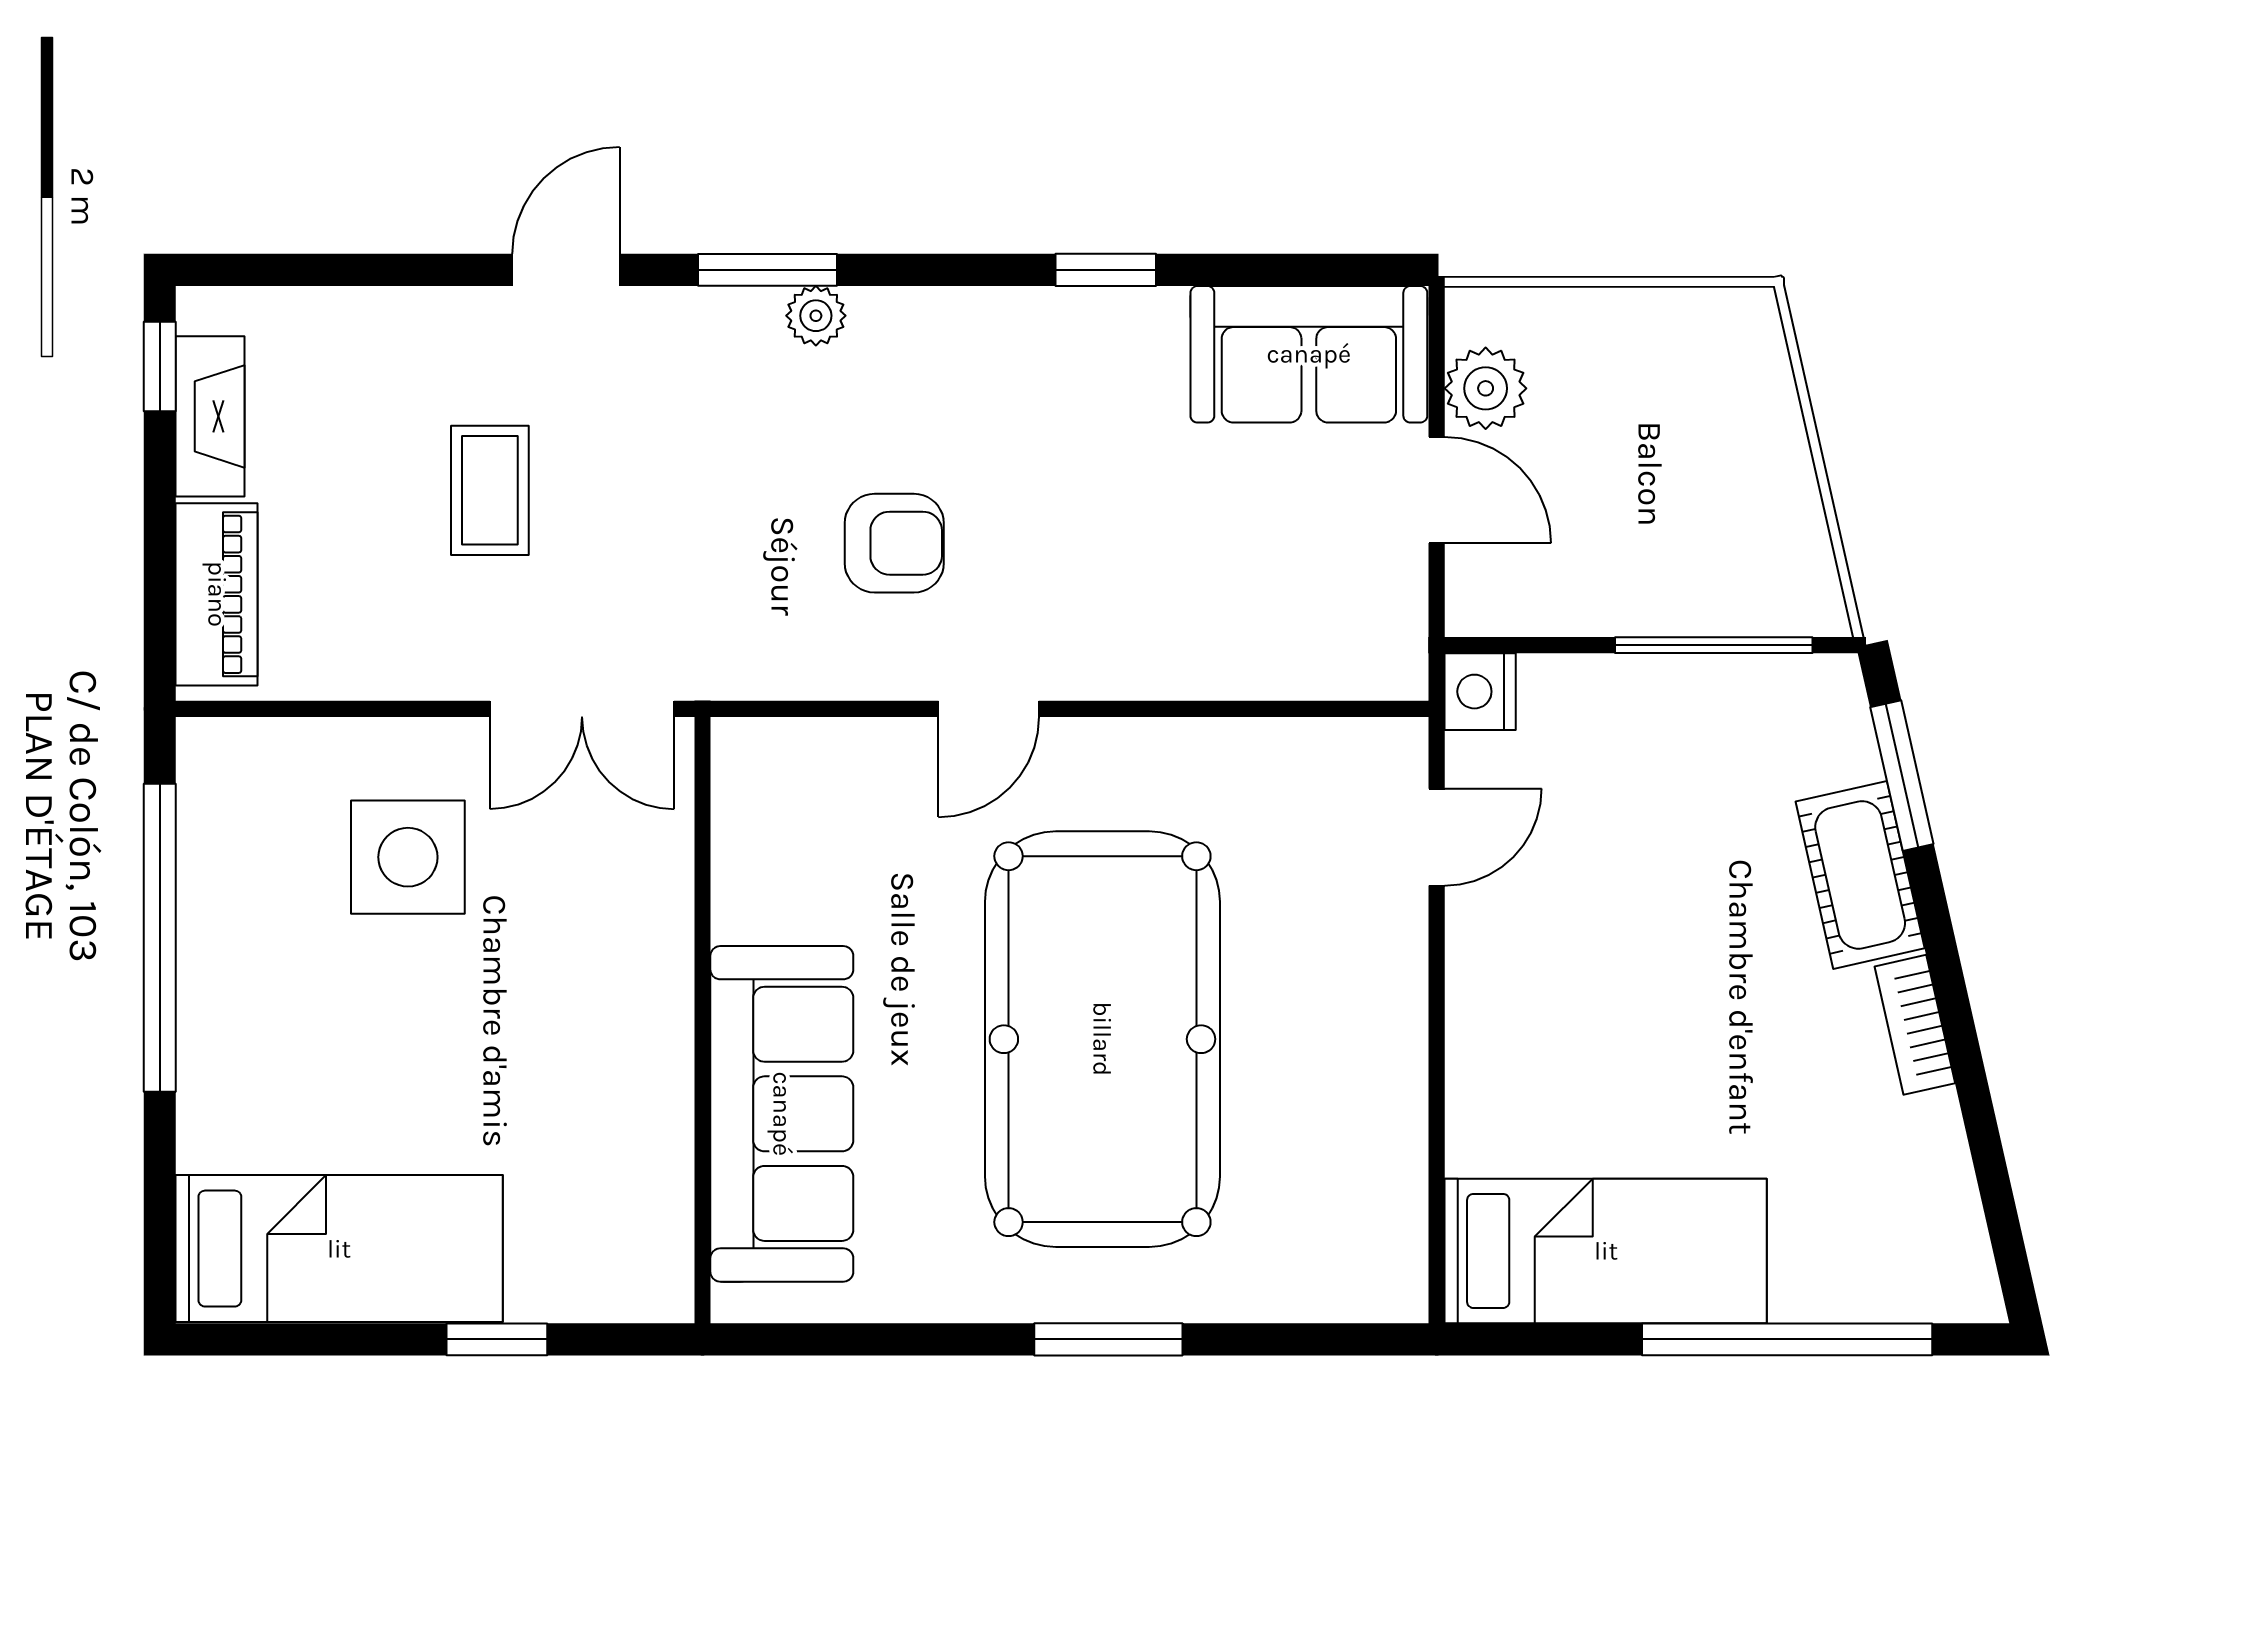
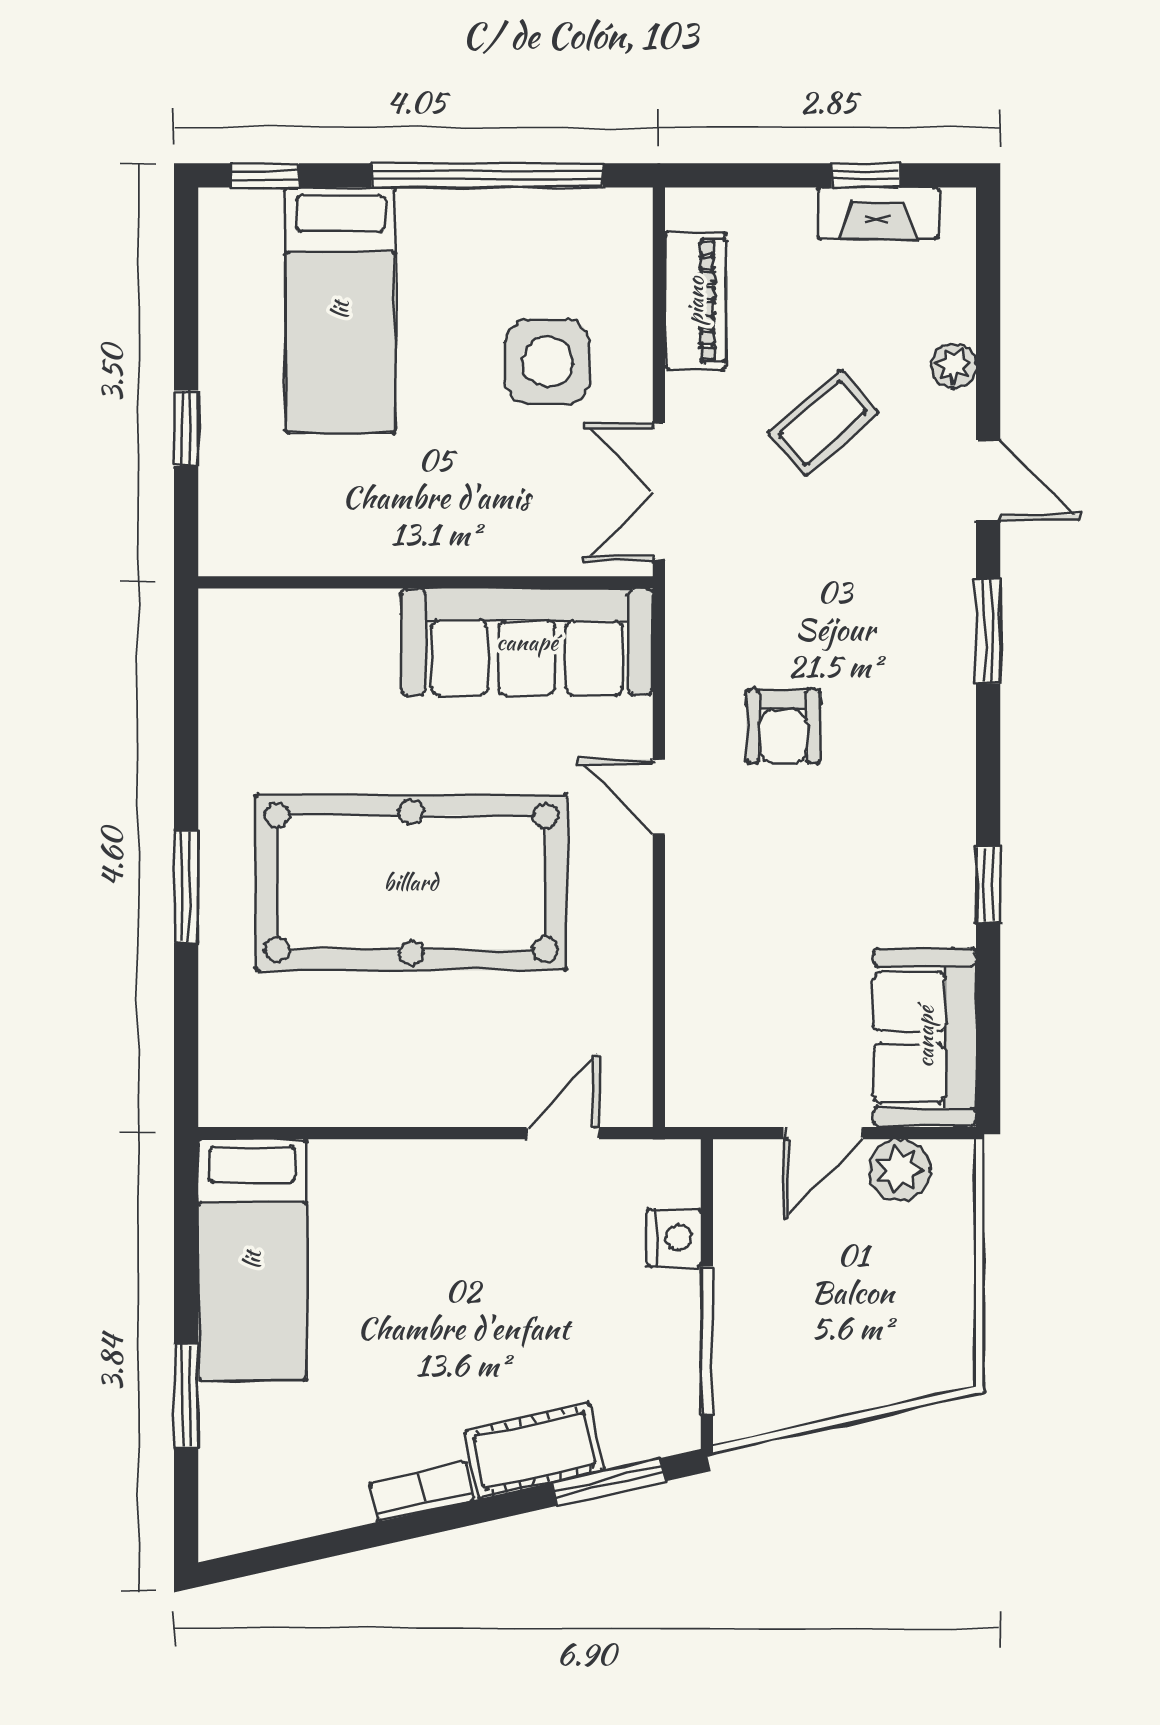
plant: (816, 316) -> (954, 366), moved
window: (160, 366) -> (865, 175), moved
coffee table: (490, 490) -> (823, 423), turned -41
piano: (217, 594) -> (695, 301), moved, turned -90
nightstand: (1480, 692) -> (674, 1238), moved, turned 90
door: (1437, 837) -> (563, 1133), swing flipped
sofa: (782, 1114) -> (527, 642), moved
window: (160, 1234) -> (265, 175), added
bed: (339, 1249) -> (340, 310), moved
window: (1787, 1339) -> (186, 1396), width x0.47

